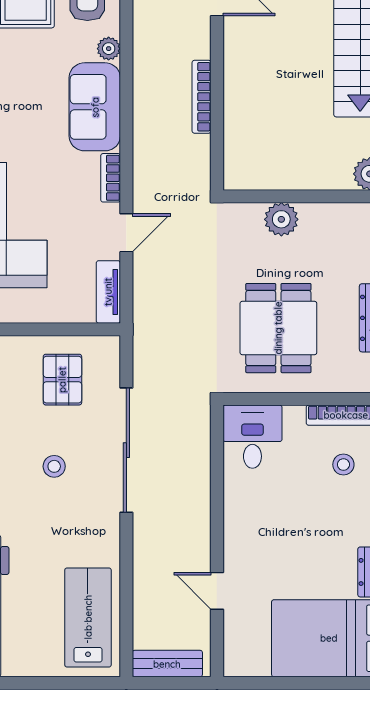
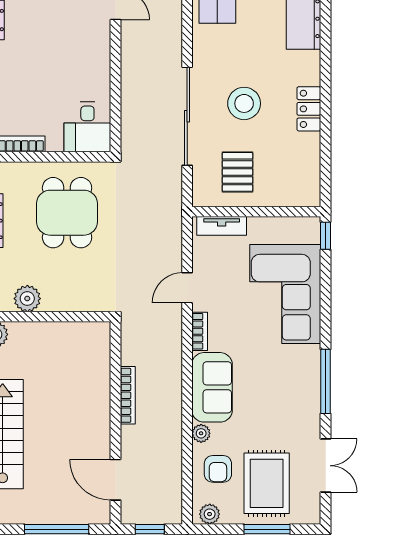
plant: (281, 219) -> (27, 299), moved
tv unit: (108, 292) -> (222, 226), moved, turned 90
stool: (343, 465) -> (16, 105), removed
stool: (54, 466) -> (244, 103), width x1.89, depth x1.89

